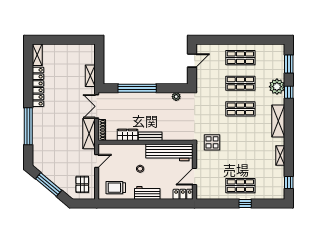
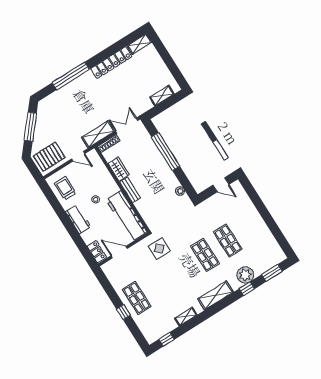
shop shelf: (240, 58) -> (251, 226), removed
shelving: (90, 76) -> (162, 96), moved
pallet: (82, 184) -> (49, 157), width x1.50, depth x1.42

